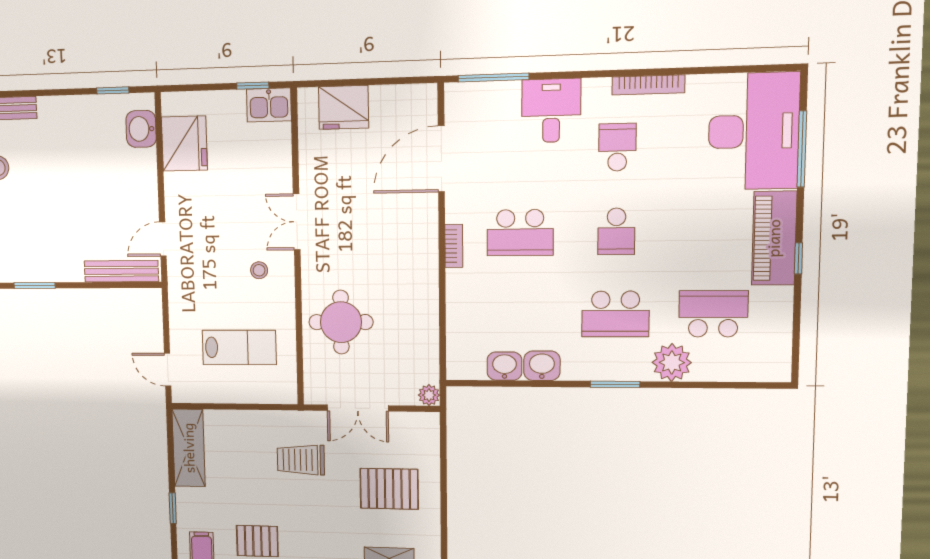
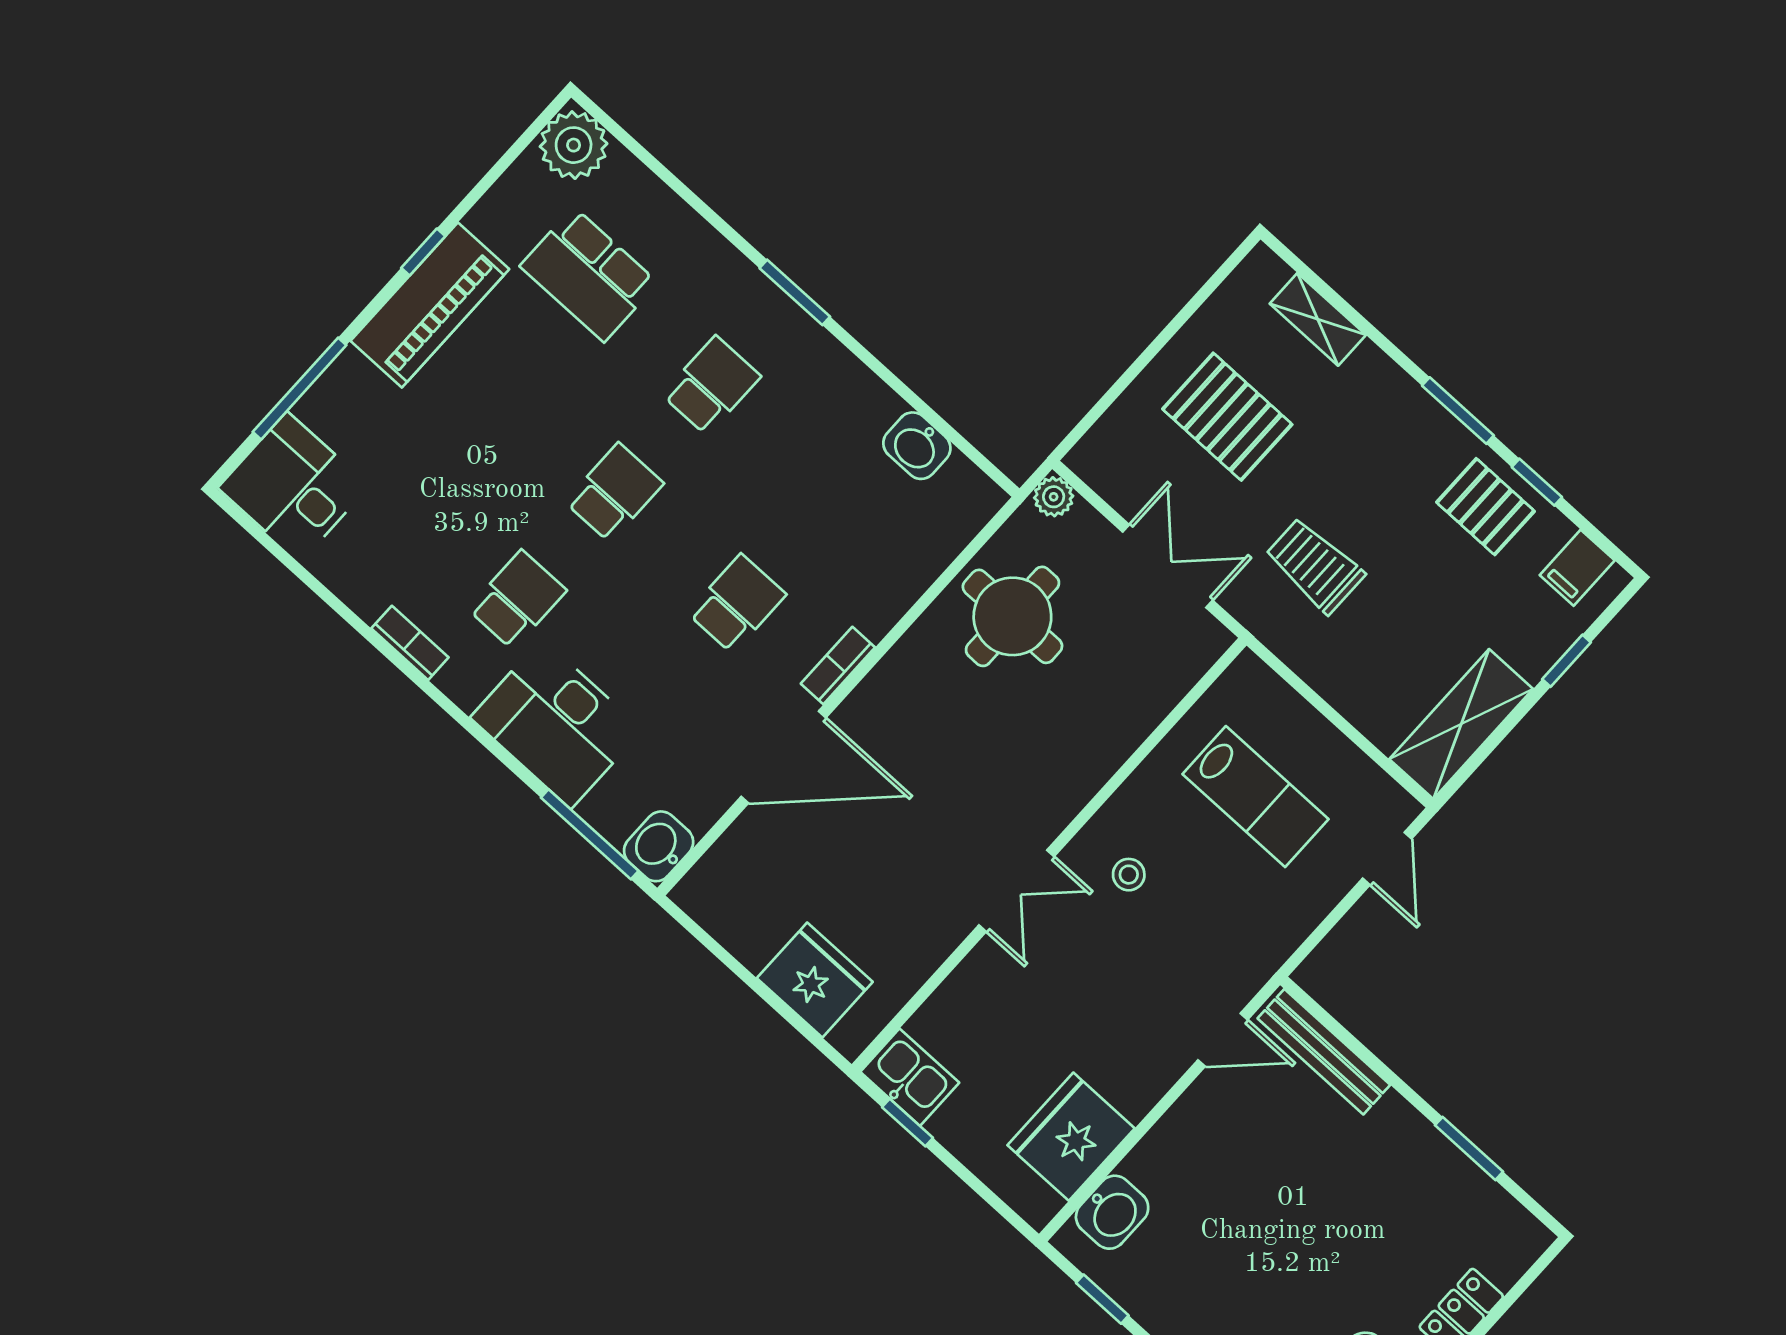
bookcase: (648, 85) -> (410, 643), width x0.64
desk: (551, 111) -> (556, 724), width x1.37
desk: (754, 131) -> (294, 487), width x0.53, depth x0.77
school desk: (617, 147) -> (517, 600), turned 180
door: (441, 159) -> (783, 757), moved
school desk: (520, 233) -> (737, 604), width x0.54
school desk: (615, 314) -> (711, 386), width x0.54
round table: (341, 322) -> (1012, 616), moved
lab bench: (239, 347) -> (1255, 797), turned 180
plant: (672, 362) -> (574, 145), moved
washbasin: (542, 366) -> (659, 846), moved, turned 90
trolley: (301, 460) -> (1315, 566), turned 180

